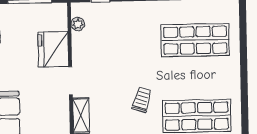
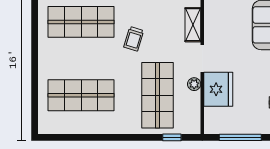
plant: (78, 24) -> (194, 84), moved
shop shelf: (116, 42) -> (158, 95), added

